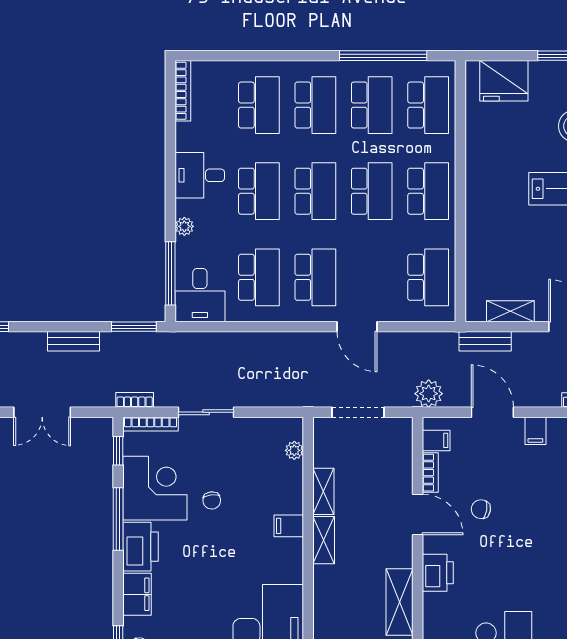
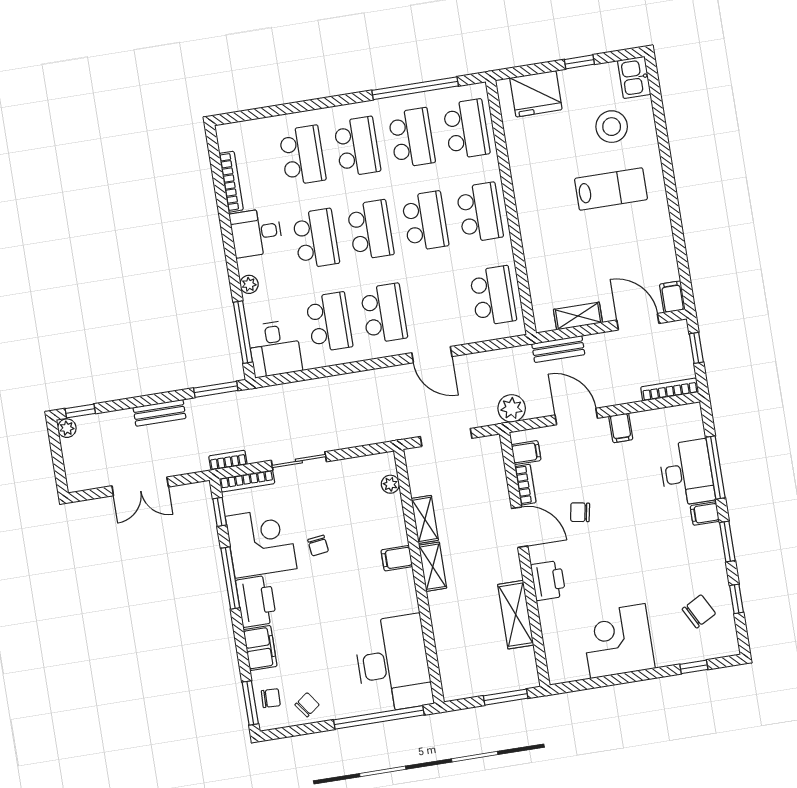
bookcase: (183, 91) -> (231, 182), moved

